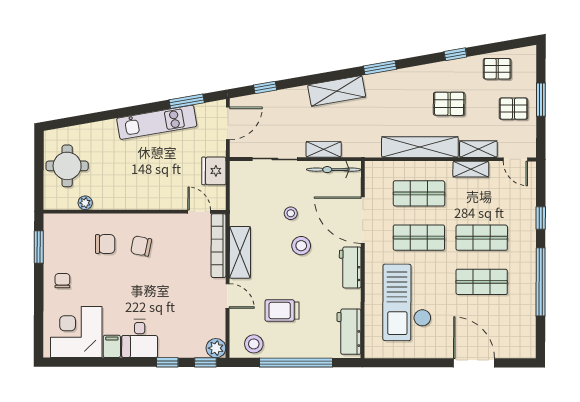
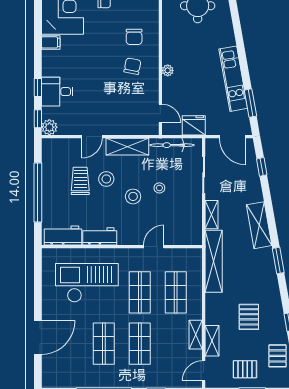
pallet: (513, 109) -> (245, 369), turned 90
shelving: (420, 147) -> (214, 261), moved
bicycle: (334, 170) -> (172, 145), moved, turned -90
plant: (85, 203) -> (168, 70), moved
door: (199, 212) -> (160, 113), hinge flipped
door: (363, 220) -> (154, 247), width x0.53
bookcase: (219, 246) -> (133, 129), removed
workbench: (350, 267) -> (100, 236), moved
desk: (140, 338) -> (57, 92), moved
stool: (254, 344) -> (106, 179), moved

